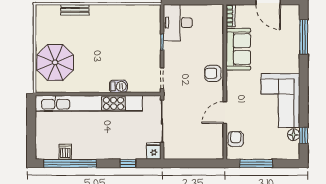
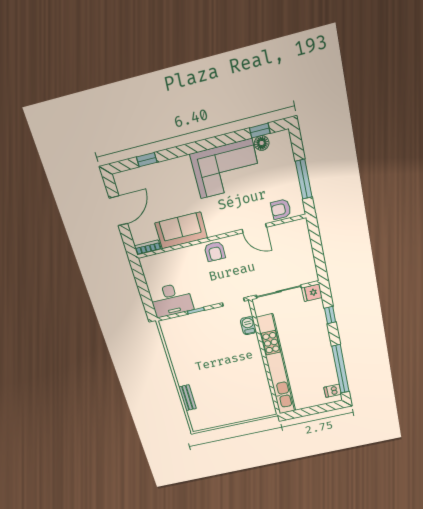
window: (304, 37) -> (147, 160), width x0.46
parasol: (55, 62) -> (243, 404), removed
barbecue: (118, 86) -> (248, 326), moved
dishwasher: (65, 152) -> (333, 391), moved

